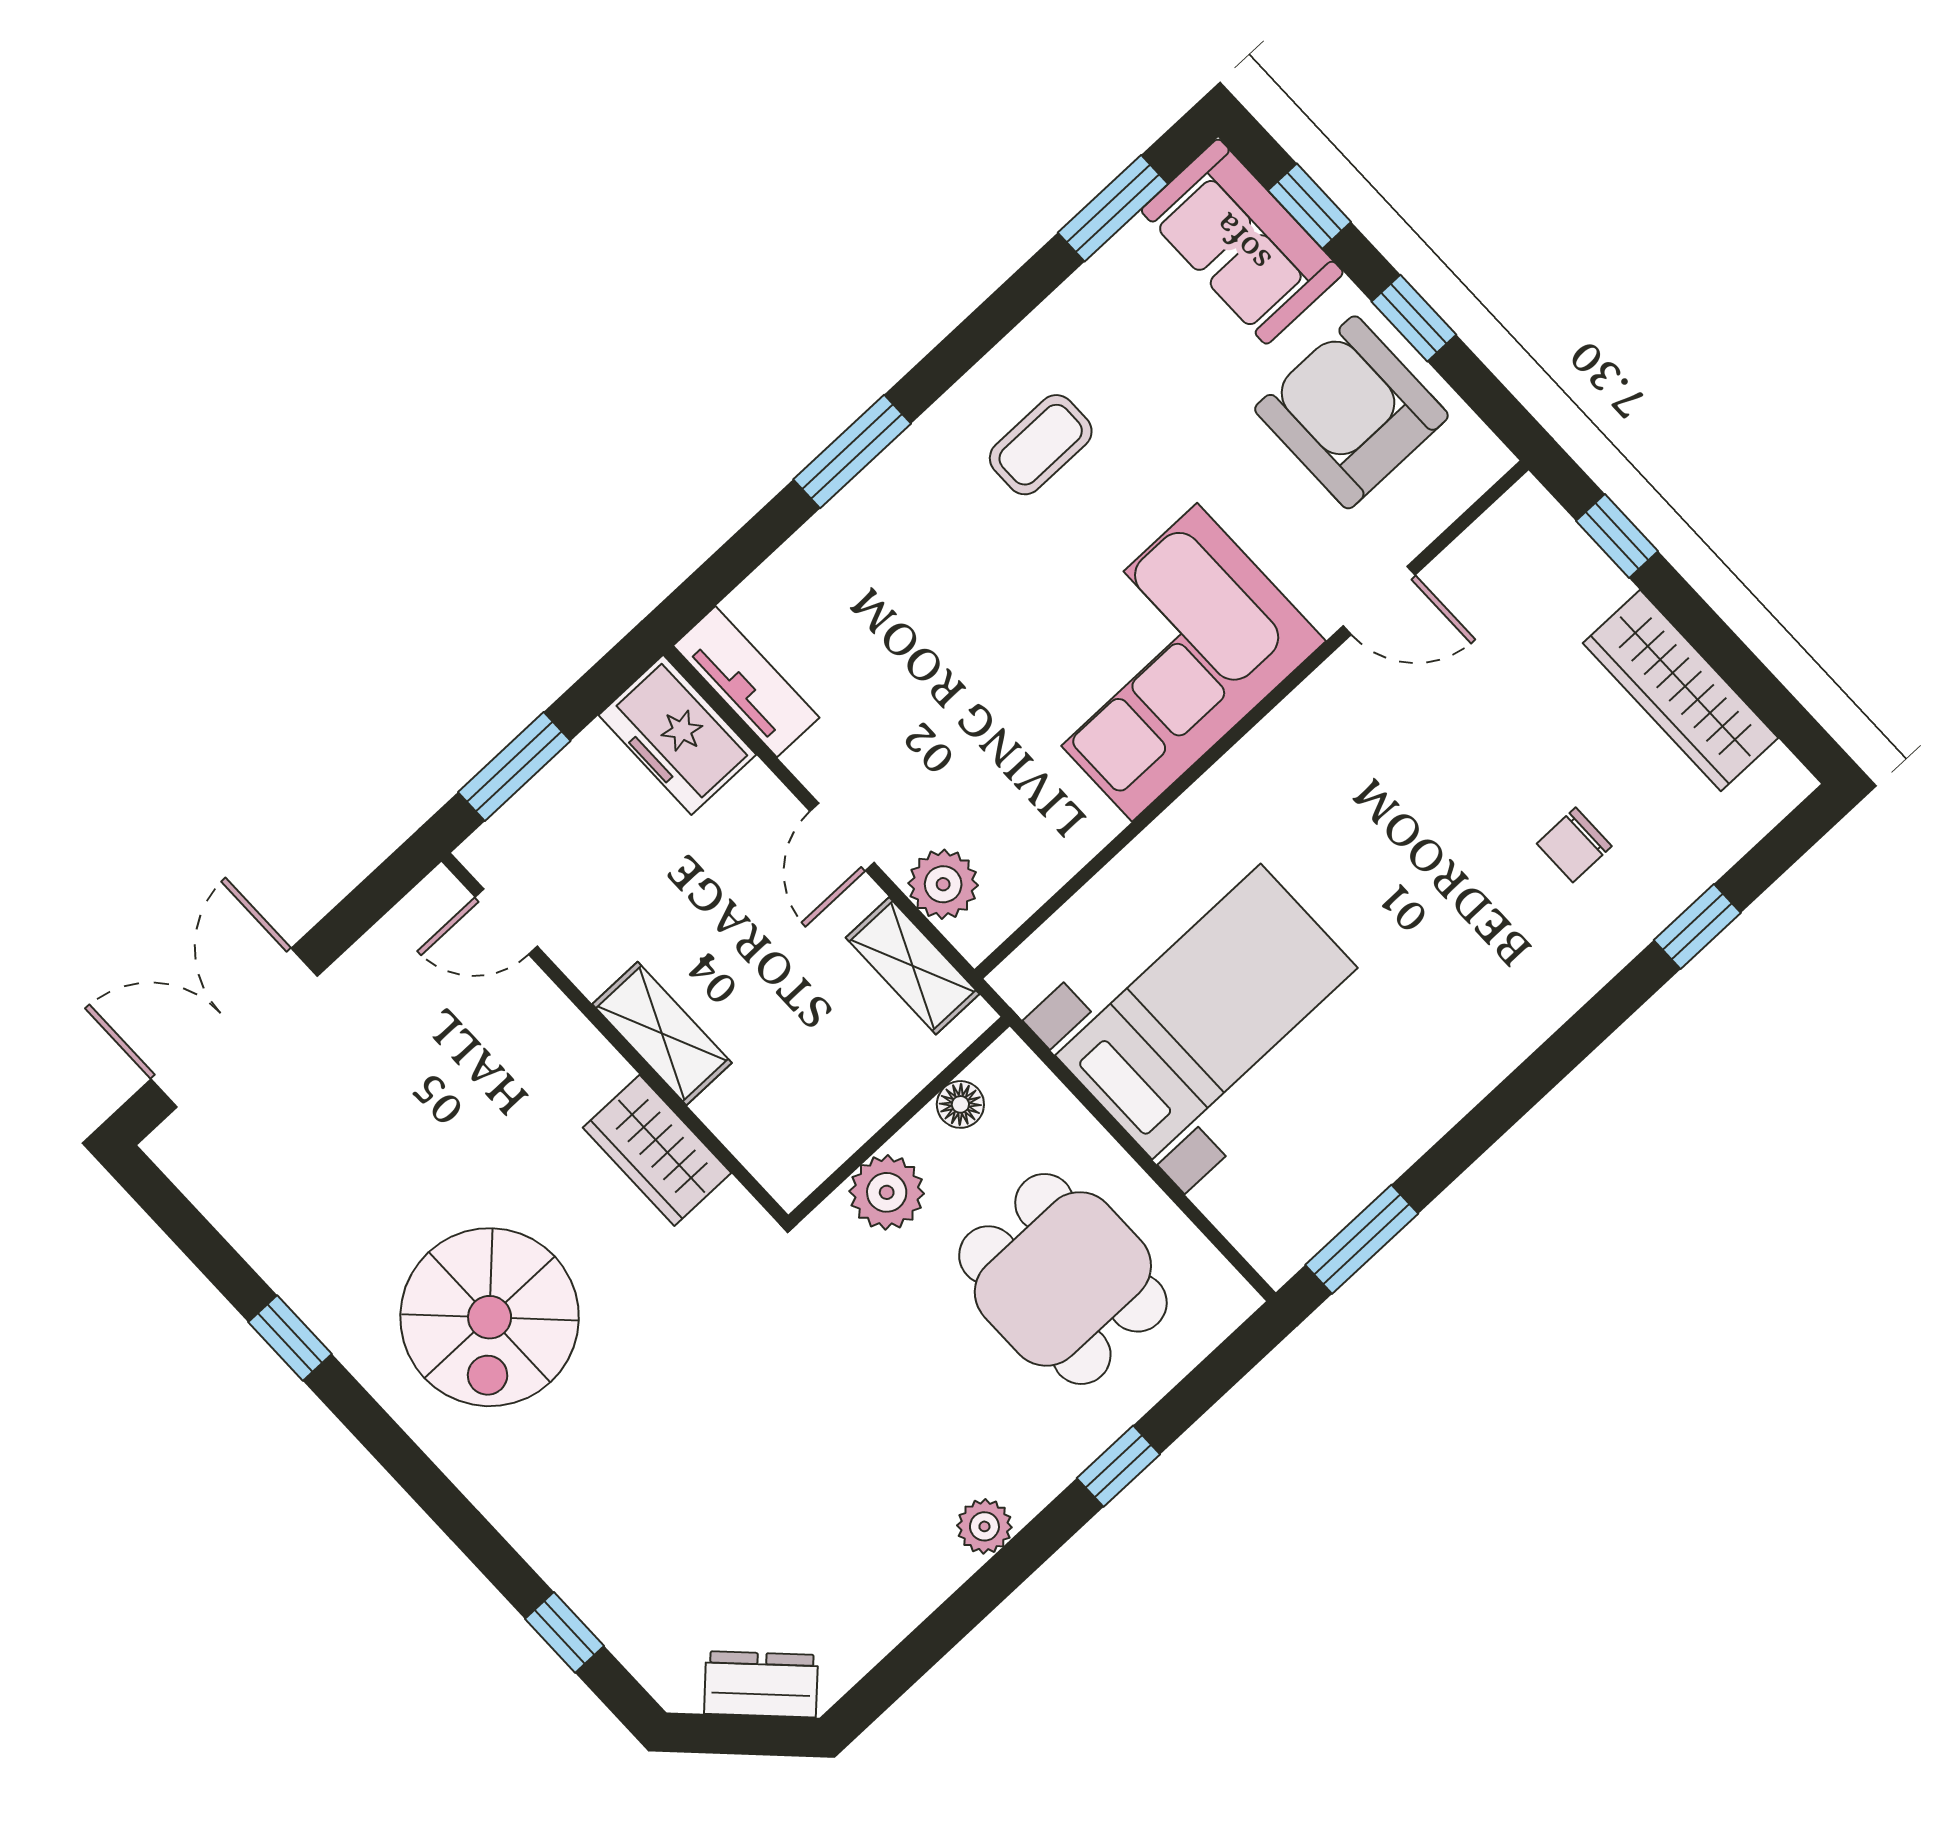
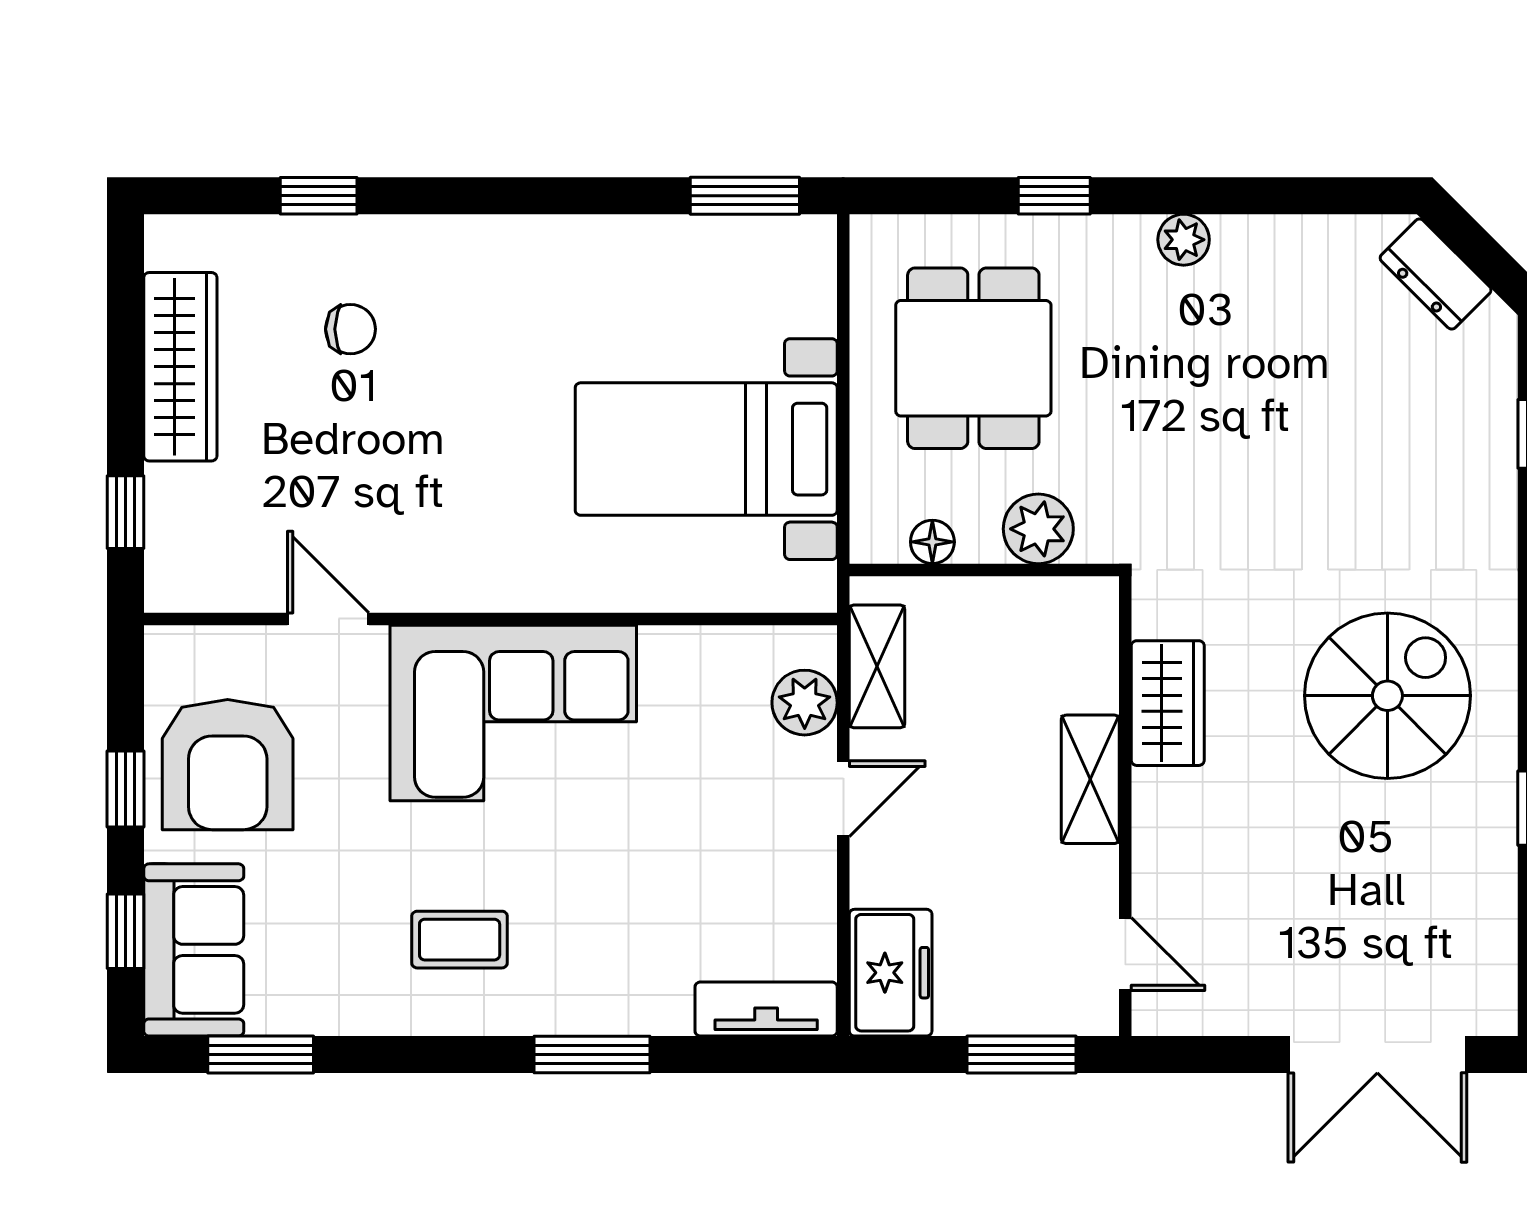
tv unit: (746, 682) -> (766, 1009), moved, turned 90

